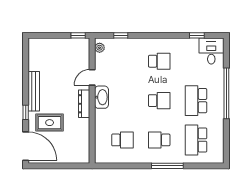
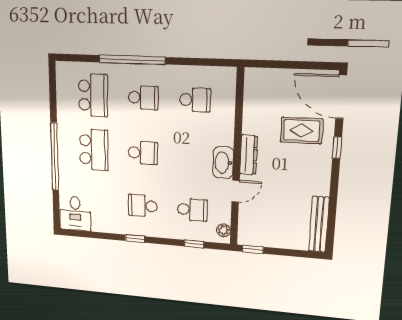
window: (197, 35) -> (135, 239), moved
school desk: (122, 61) -> (192, 210), added
bench: (34, 91) -> (319, 224), moved
school desk: (159, 101) -> (143, 153), turned 180
school desk: (122, 140) -> (195, 100), turned 180
window: (167, 166) -> (132, 60), width x1.46

